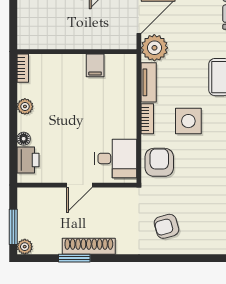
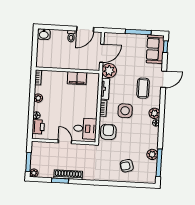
filing cabinet: (95, 65) -> (77, 78), width x2.00
door: (79, 185) -> (65, 142), swing flipped
armchair: (166, 226) -> (127, 166), moved

